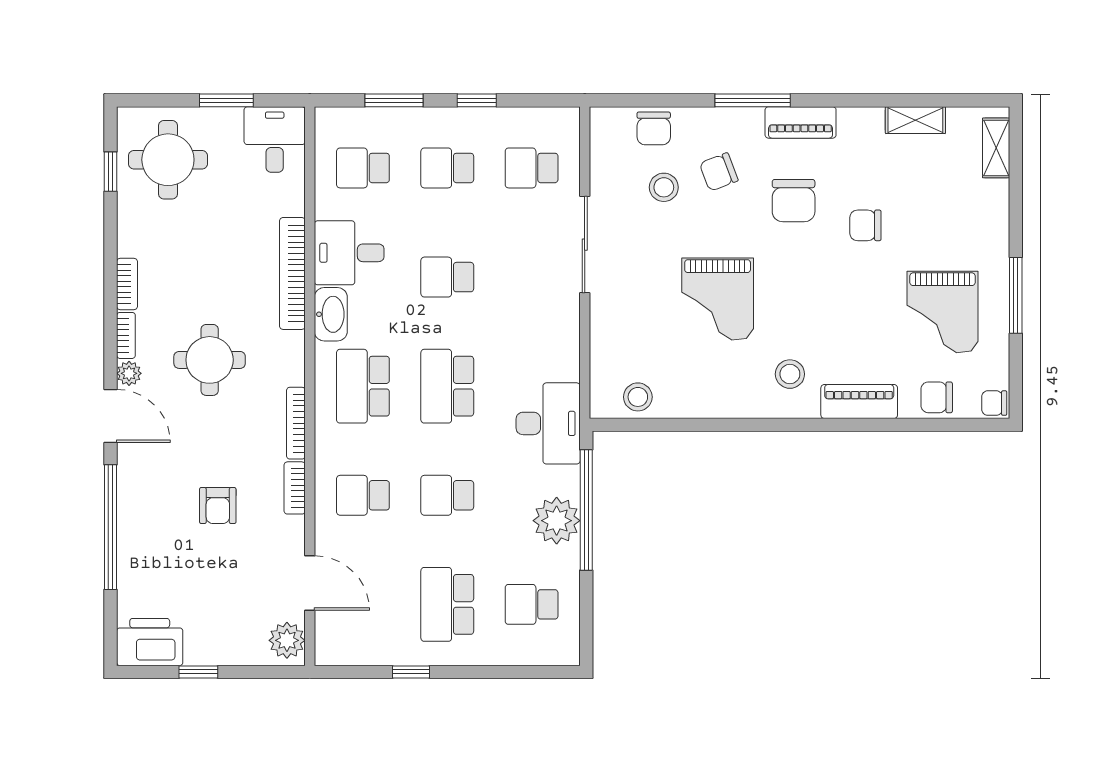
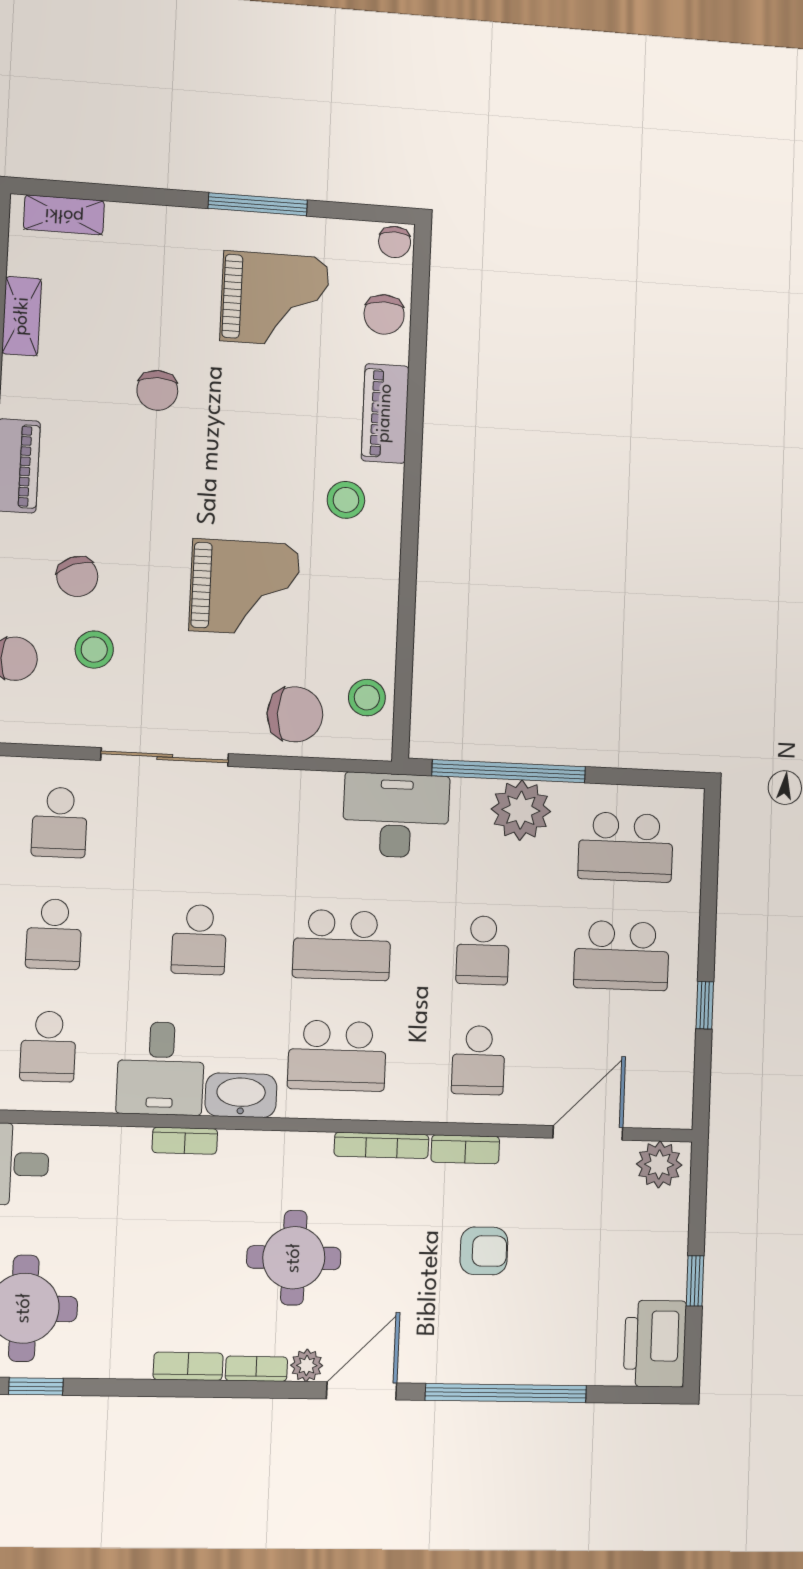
chair: (794, 201) -> (295, 714), moved
bookcase: (292, 273) -> (185, 1141), width x0.43, depth x0.76
school desk: (532, 604) -> (626, 847), width x1.85

